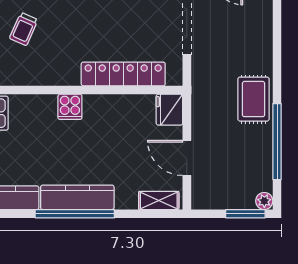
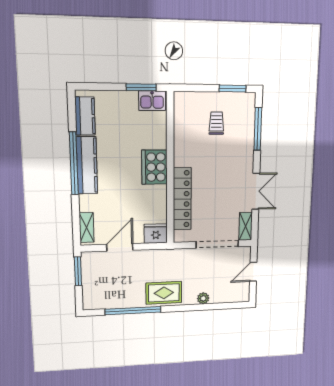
trolley: (24, 29) -> (216, 123), turned 66
cooker: (70, 107) -> (154, 167), width x1.87, depth x1.31
plant: (264, 201) -> (203, 298), moved
window: (245, 214) -> (78, 271), moved

